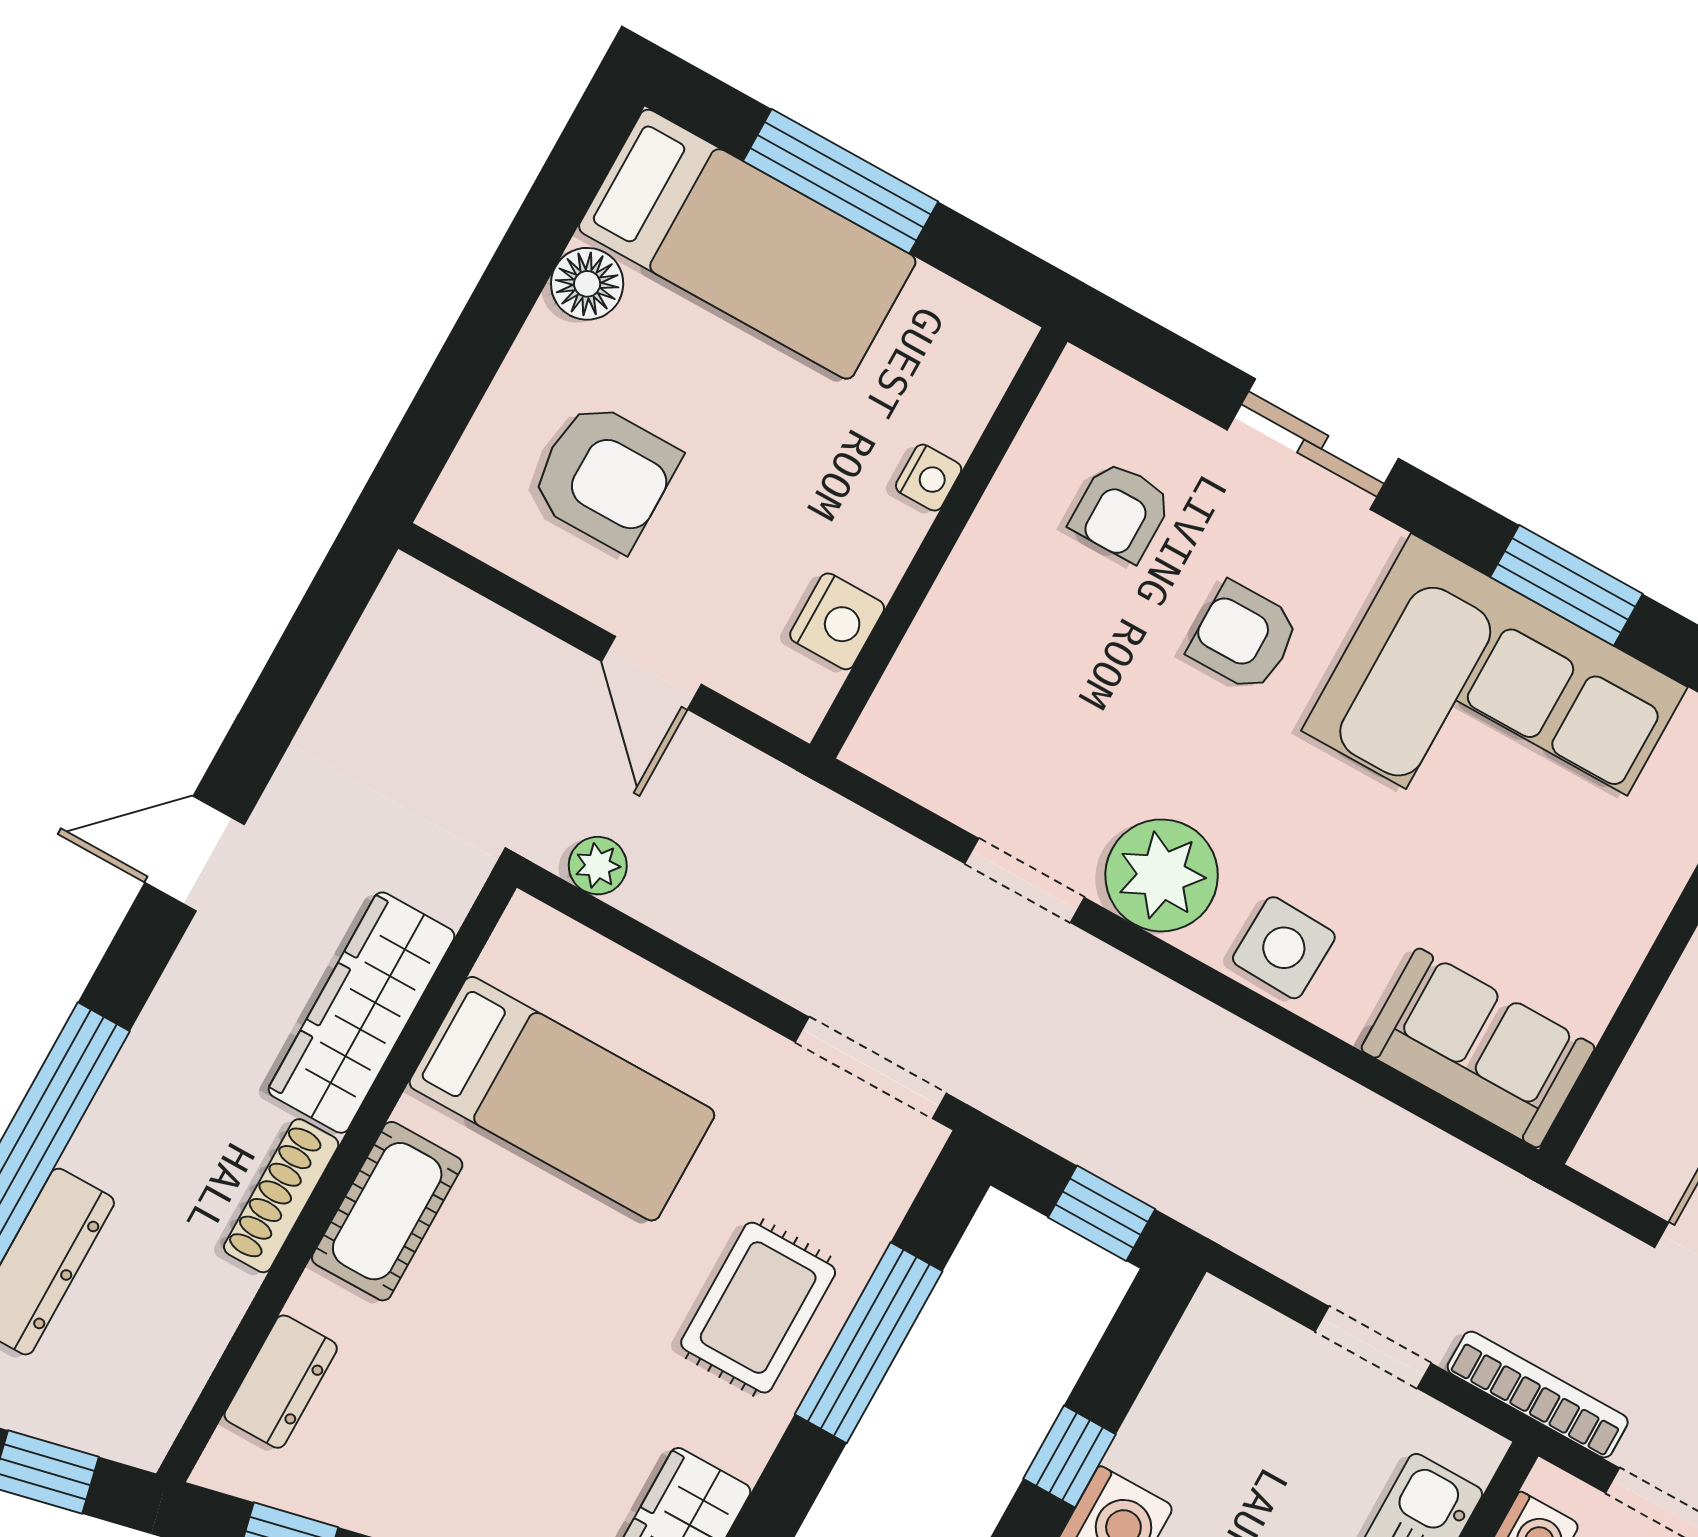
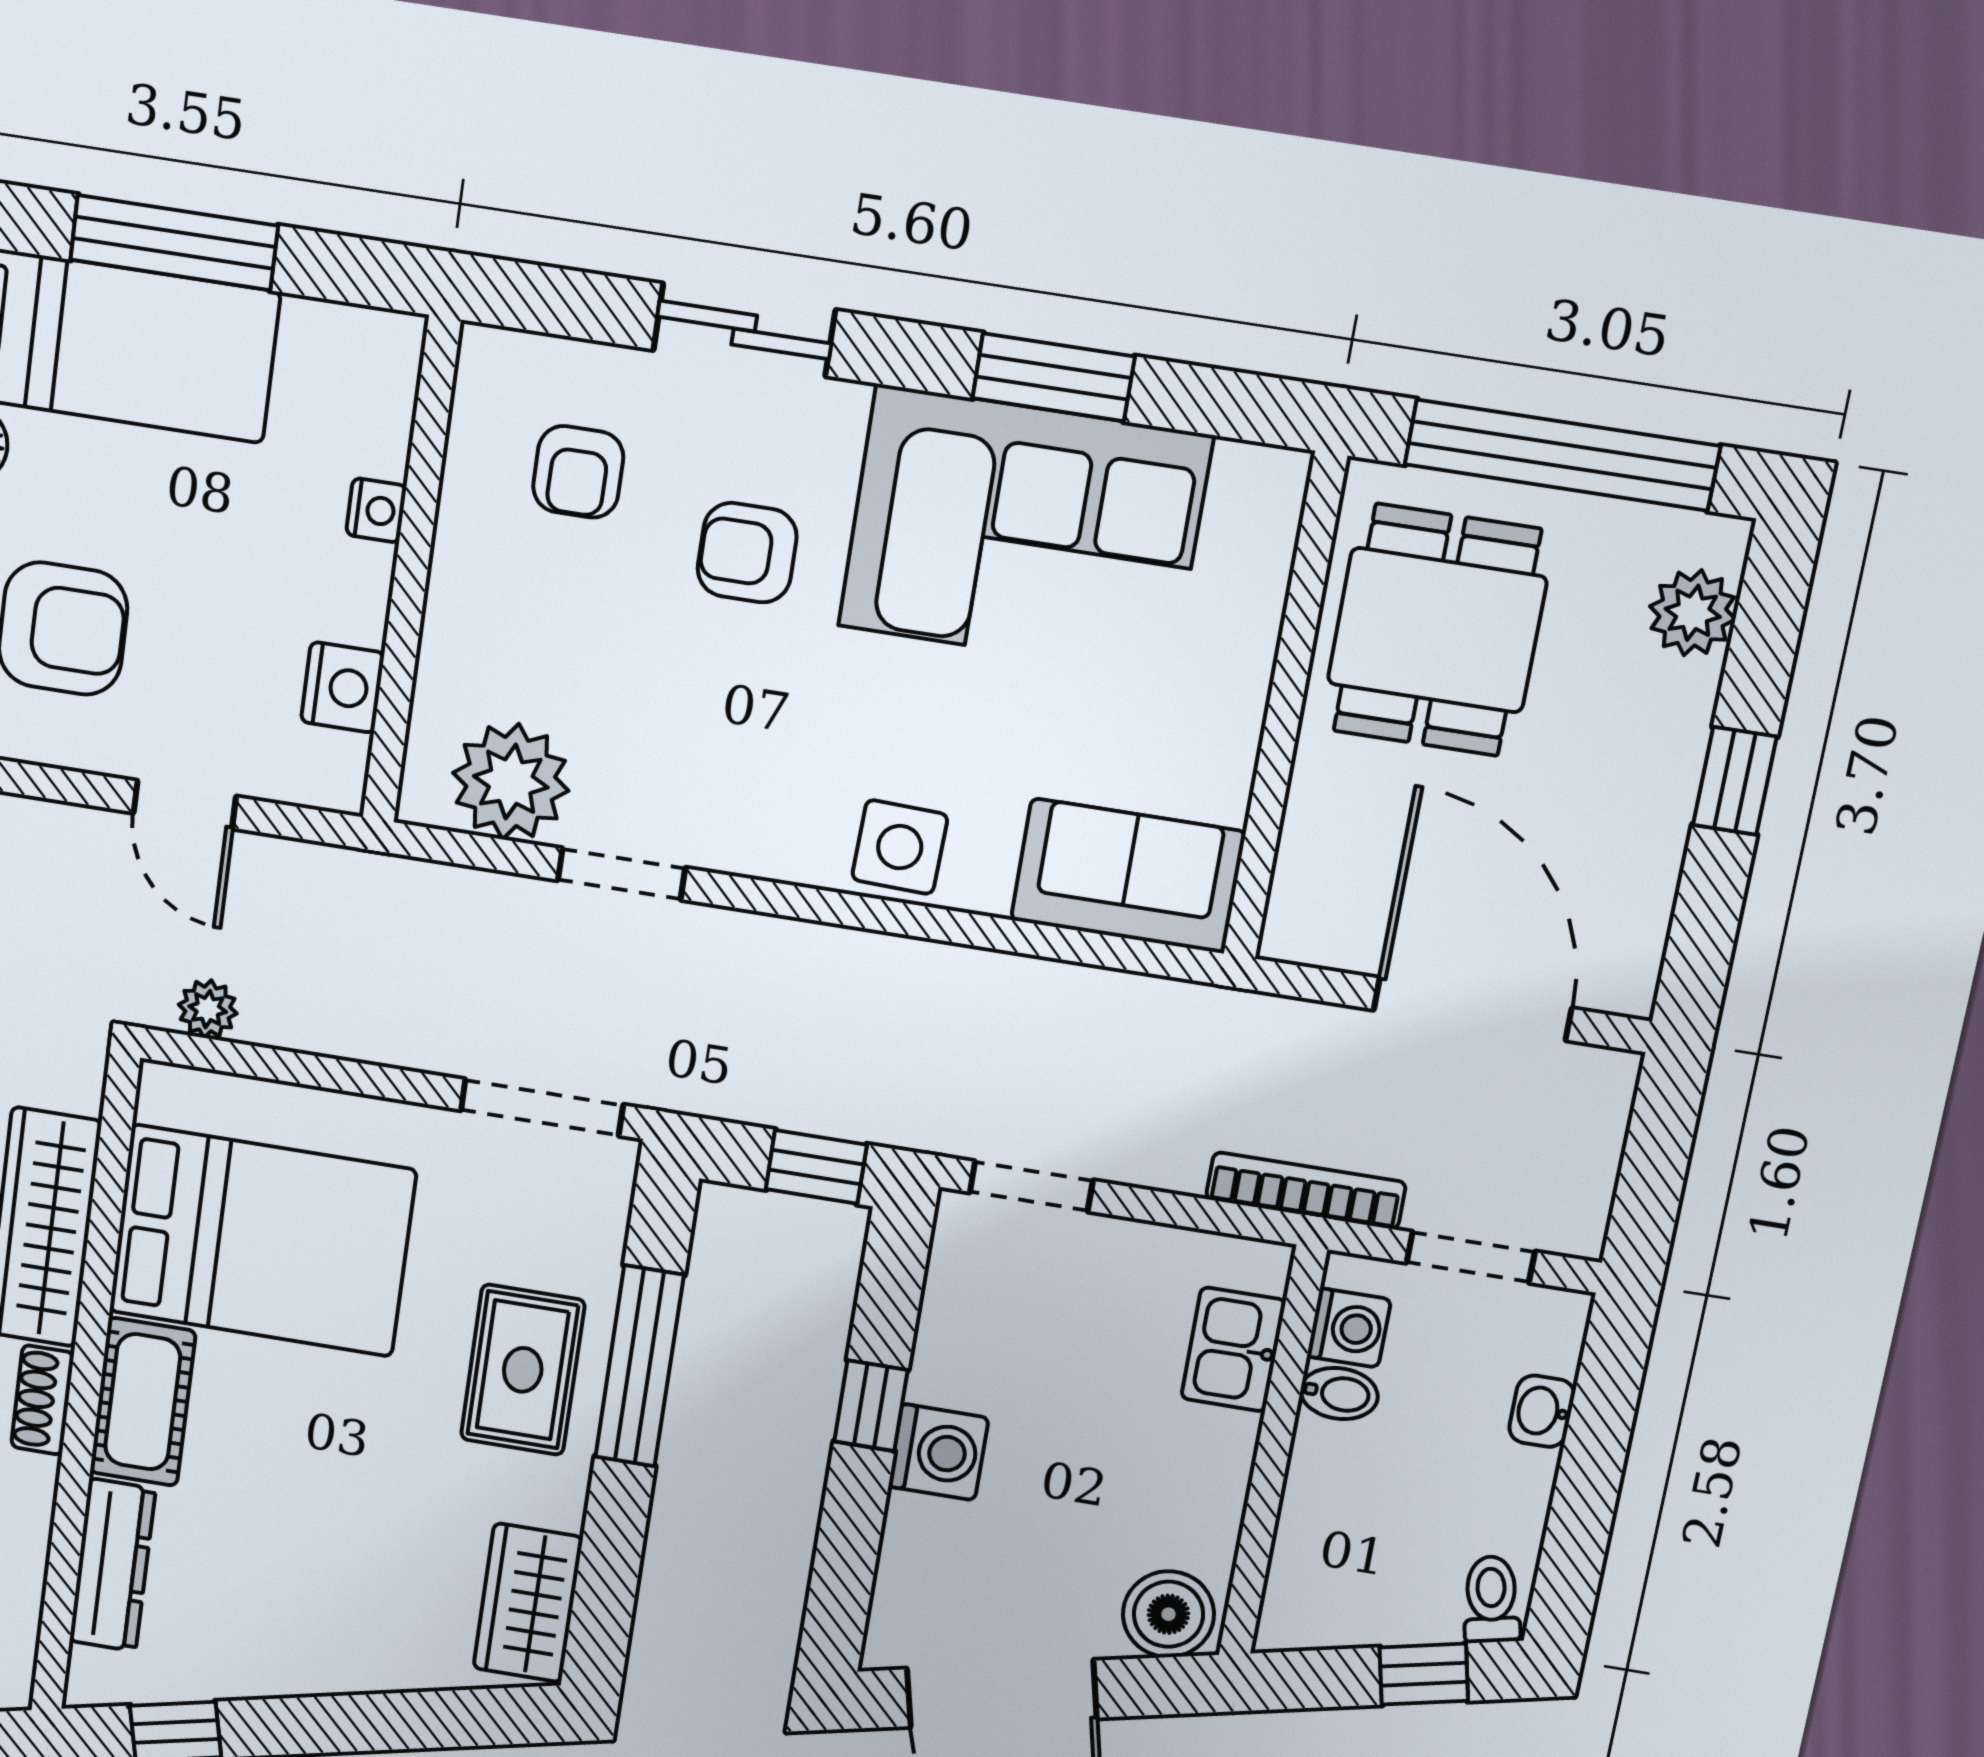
plant: (1162, 875) -> (511, 782), moved
bed: (562, 1099) -> (262, 1241), width x1.50
shoe rack: (281, 1196) -> (43, 1400), width x0.70
doorway: (1373, 1347) -> (1031, 1186), moved
dresser: (281, 1382) -> (112, 1565), width x1.44

